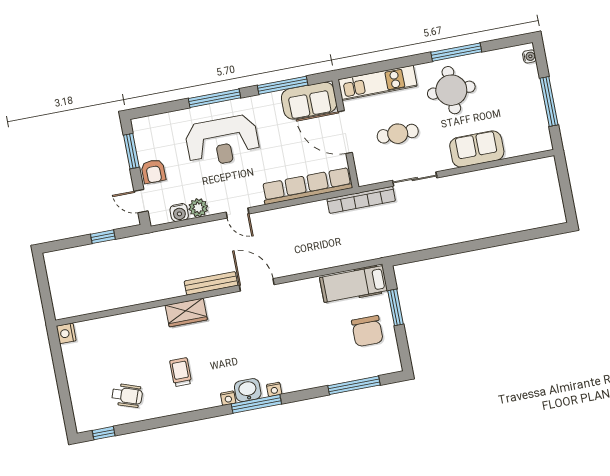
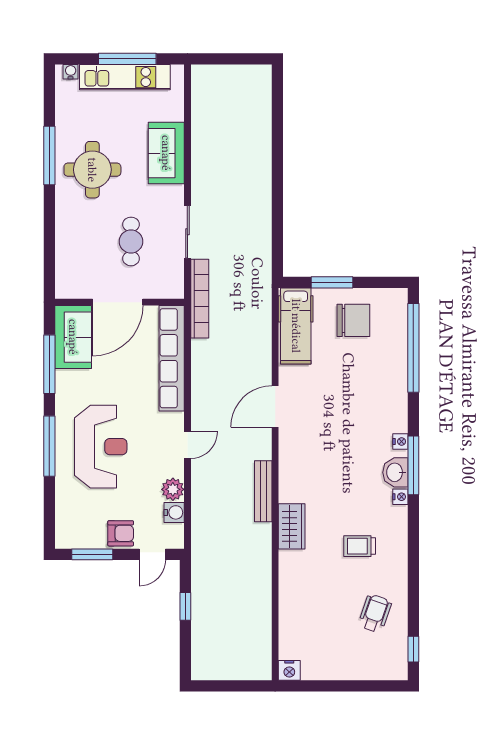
kitchen unit: (378, 83) -> (125, 77), moved, turned 90
door: (257, 285) -> (275, 406), moved
window: (354, 385) -> (413, 348), width x1.46

